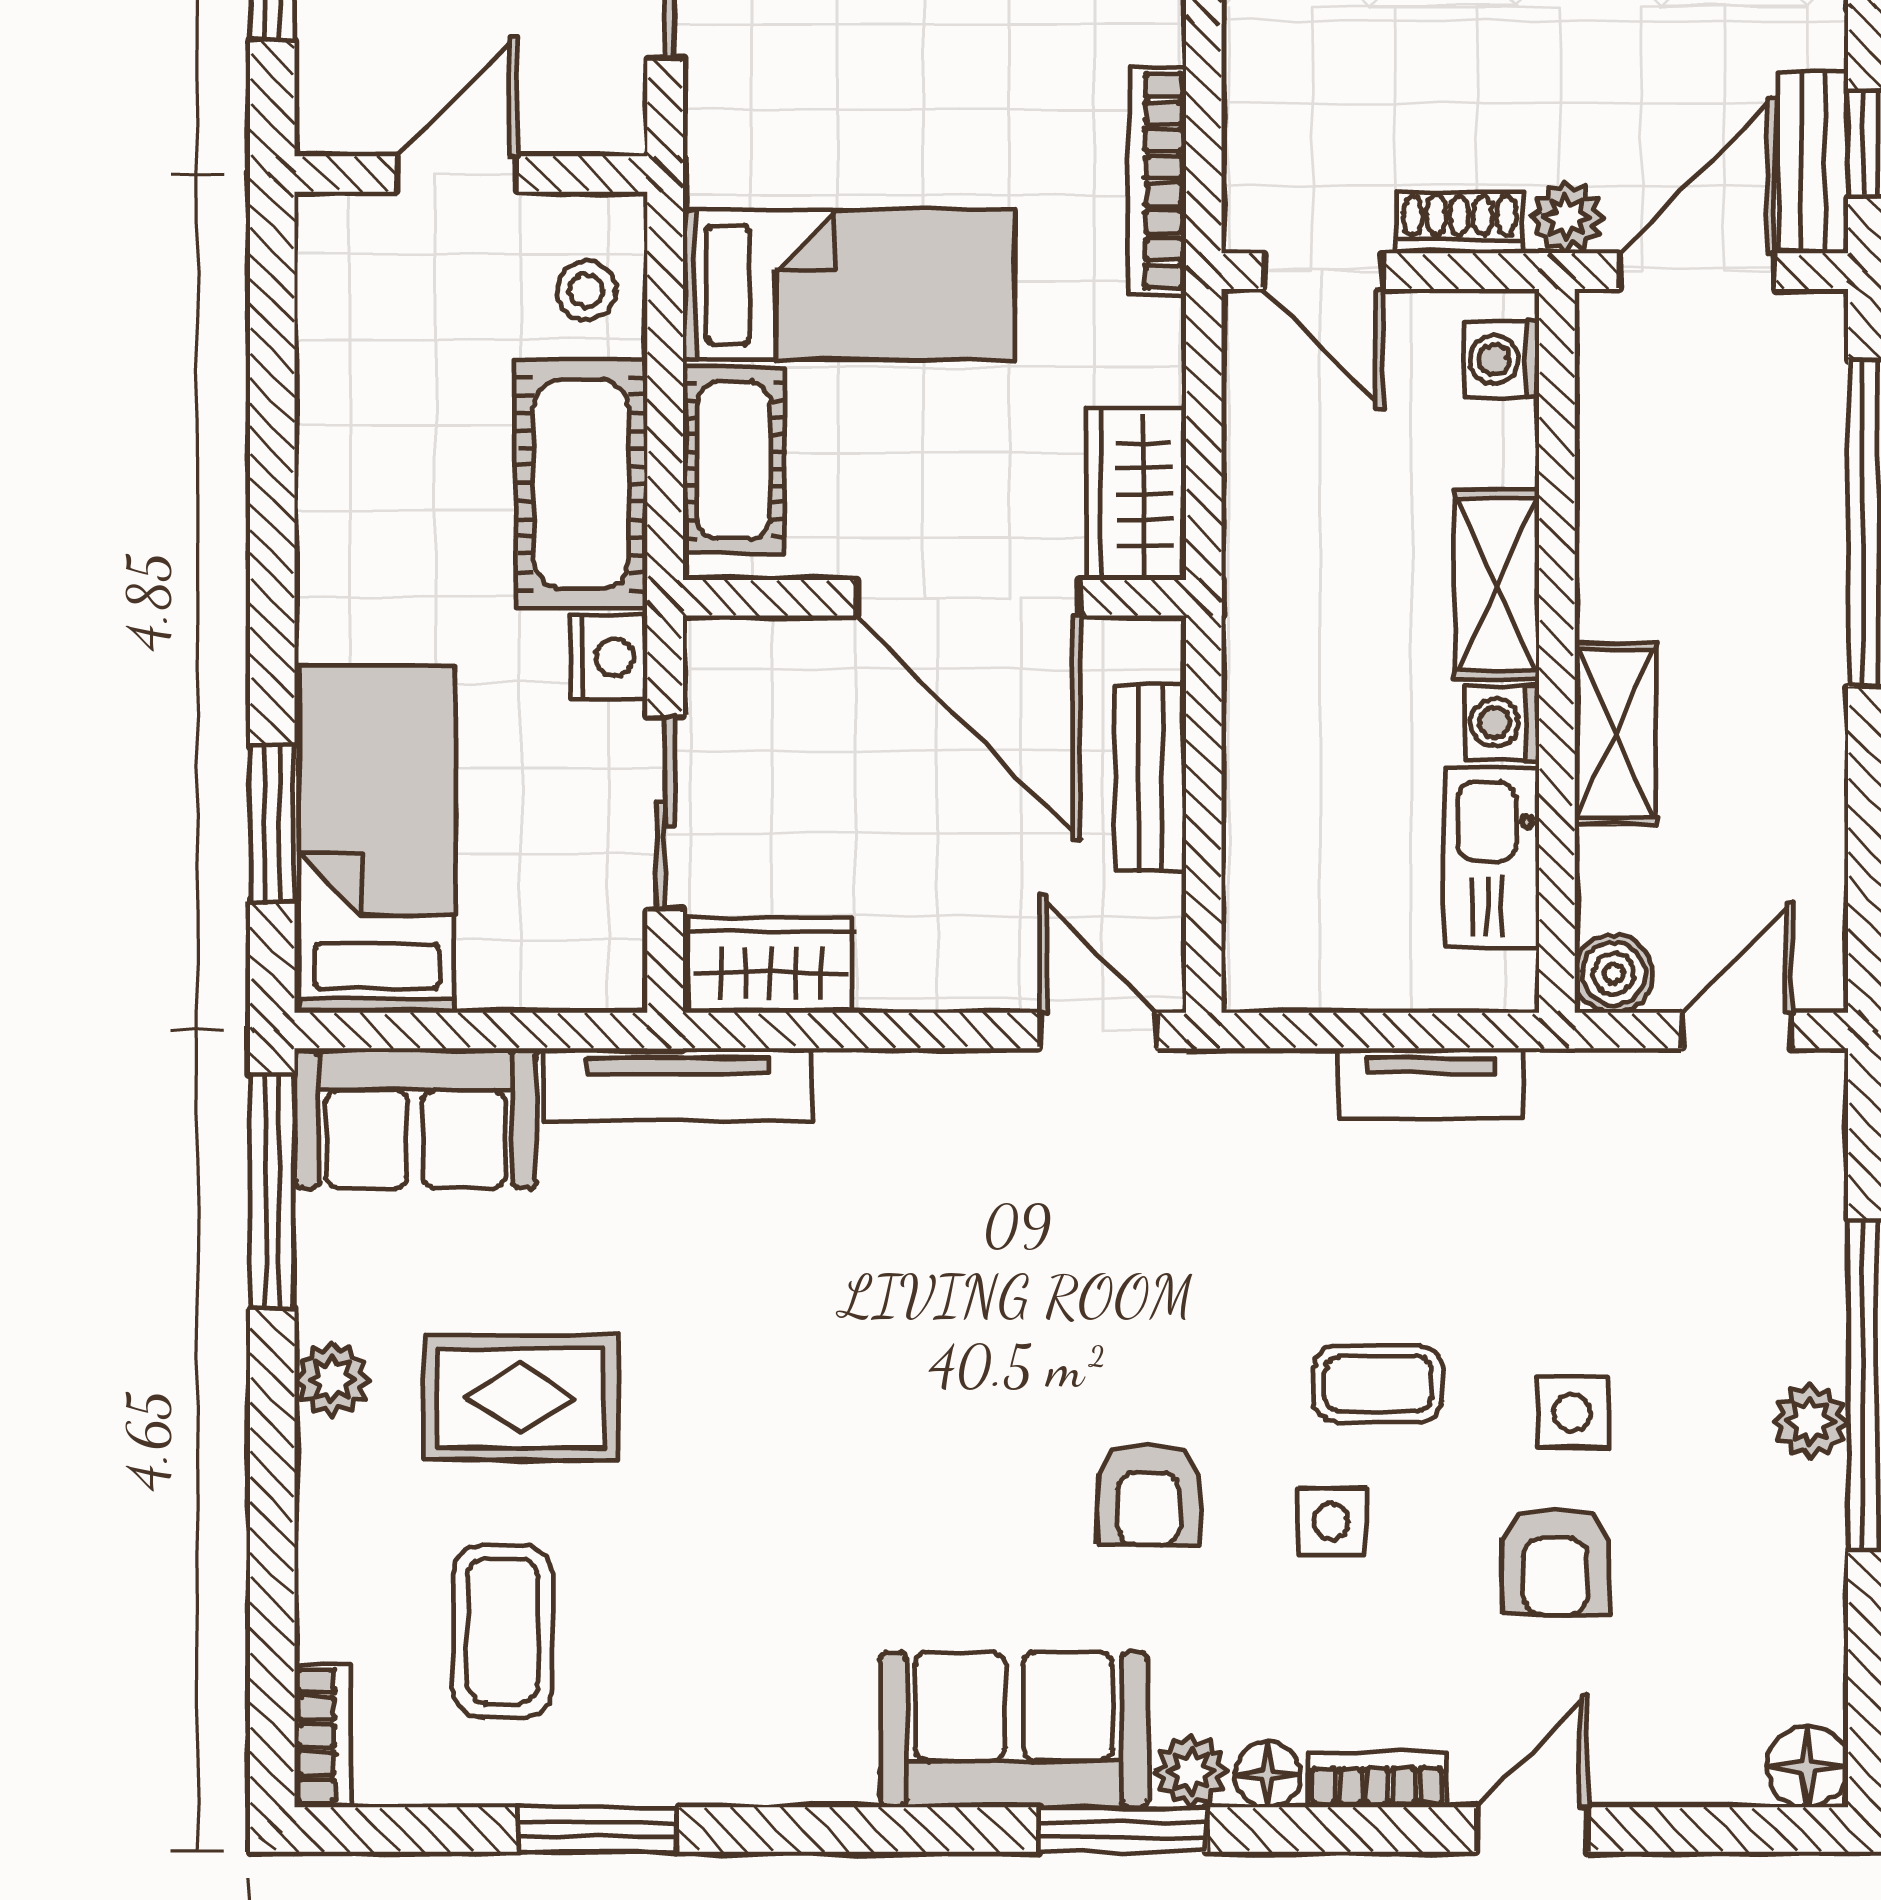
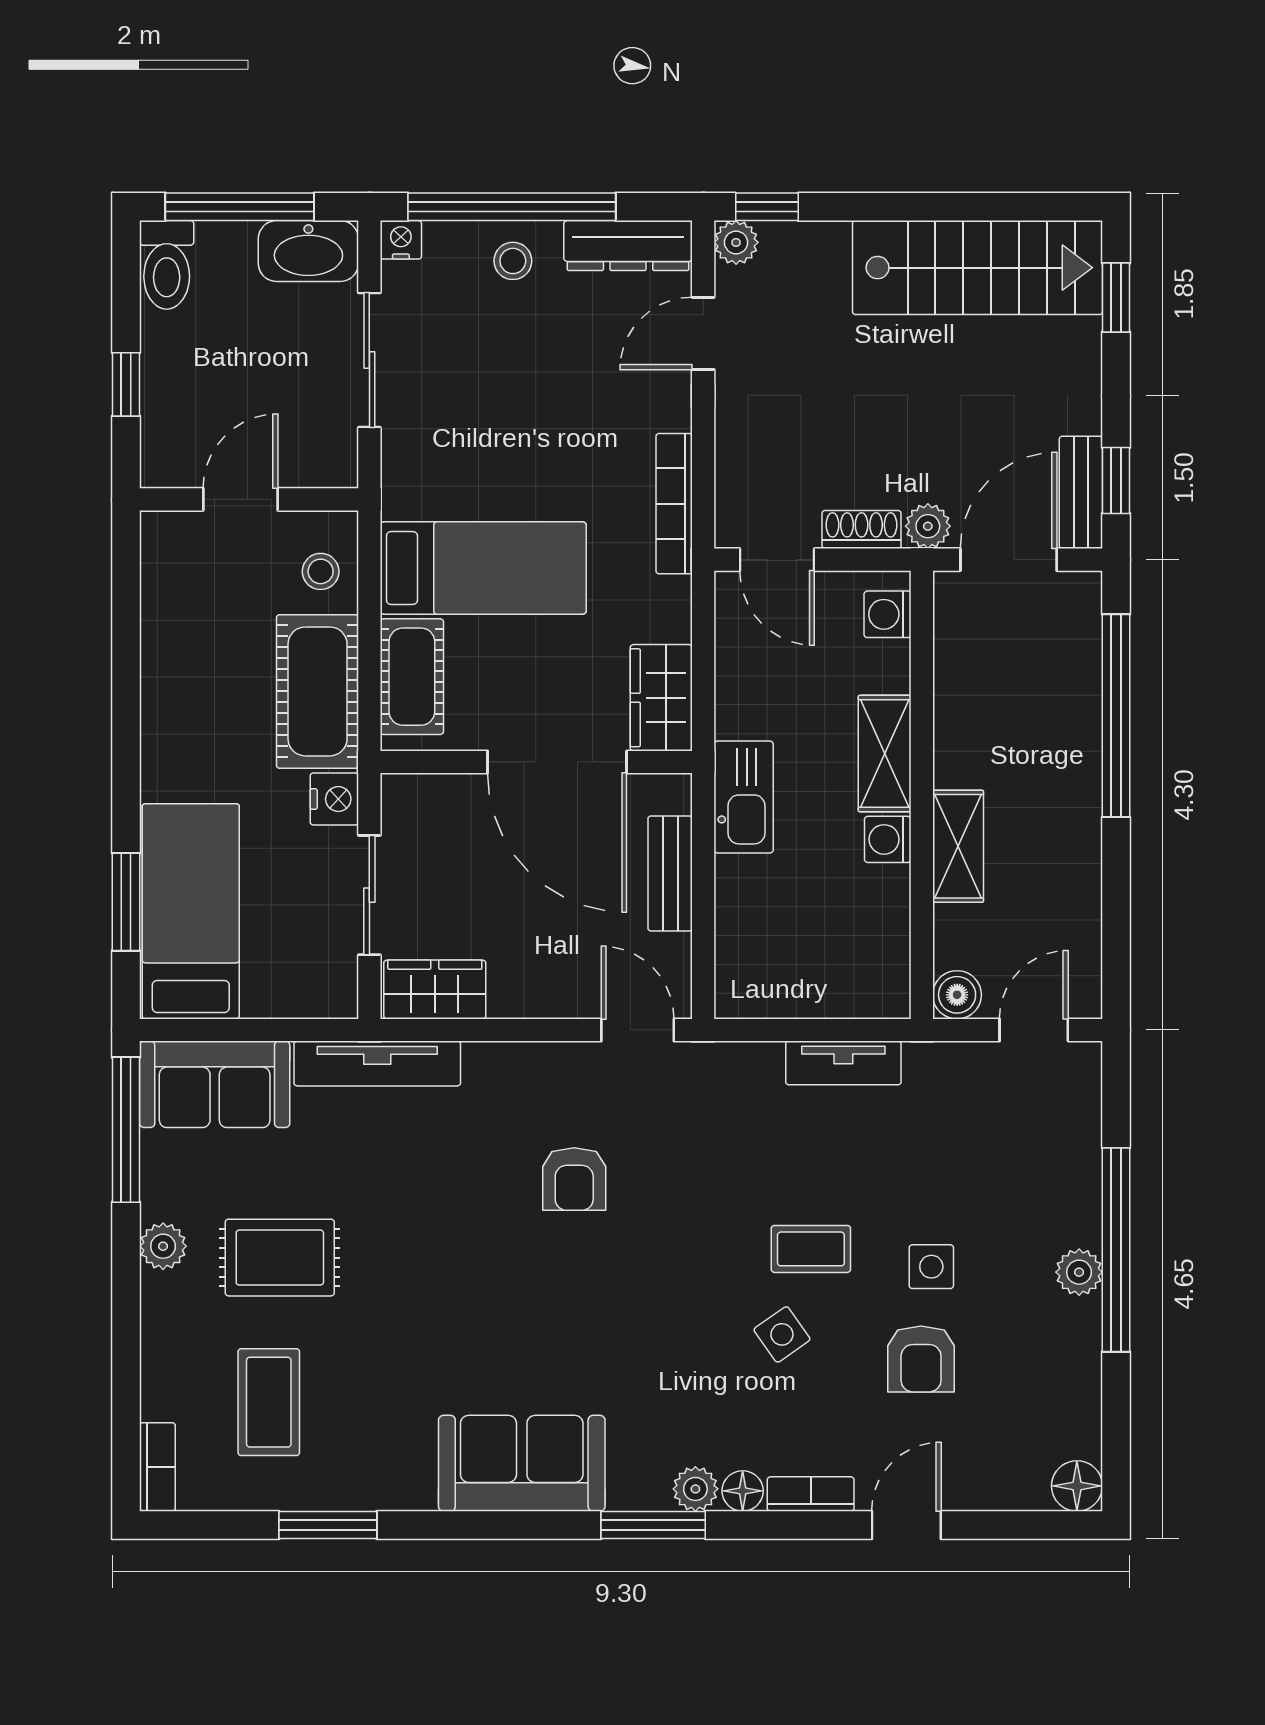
kitchen sink: (1492, 858) -> (744, 797), moved, turned 180
armchair: (1149, 1494) -> (574, 1179), moved
side table: (1331, 1522) -> (782, 1334), turned -35
sofa: (1014, 1730) -> (522, 1463), moved

